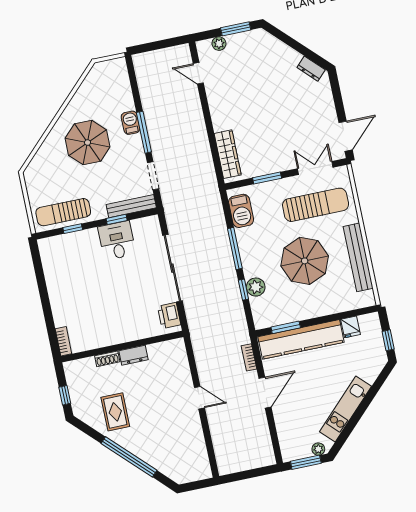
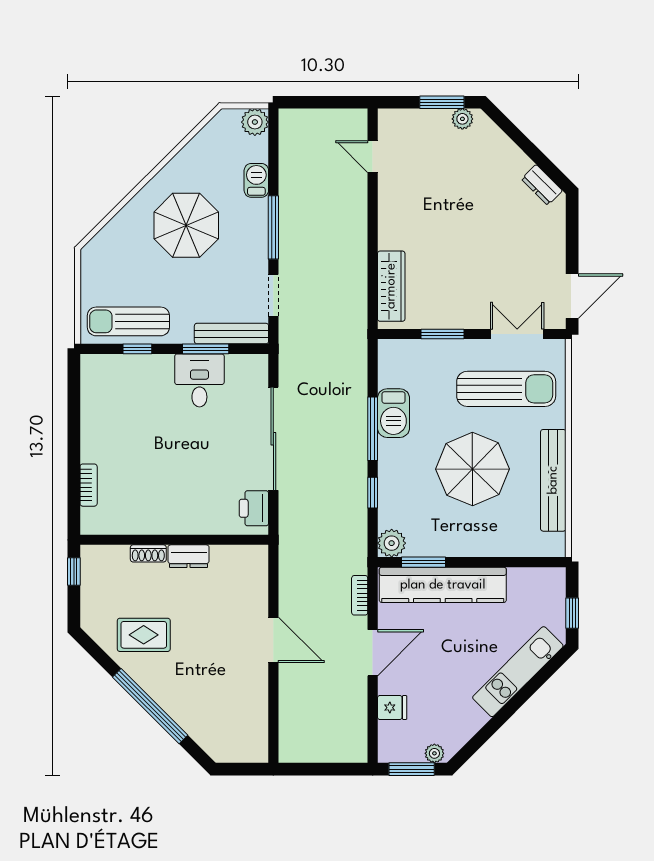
plant: (219, 44) -> (462, 119), moved
plant: (118, 67) -> (255, 122), added
barbecue: (131, 123) -> (256, 180), moved
barbecue: (241, 211) -> (393, 413), moved
window: (117, 219) -> (206, 349), width x1.50
plant: (256, 287) -> (392, 543), moved
fridge: (351, 327) -> (392, 708), moved, turned -90
bookcase: (63, 341) -> (89, 485), moved
window: (65, 395) -> (74, 571), moved
door: (199, 398) -> (273, 640), width x1.38
kitchen unit: (346, 409) -> (518, 672), moved
rug: (115, 412) -> (144, 635), turned 90

